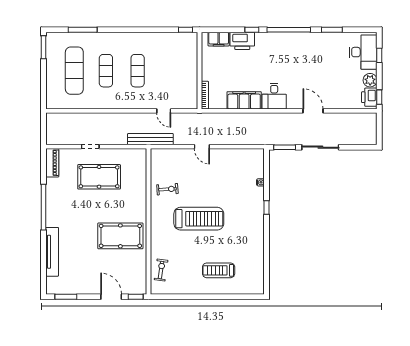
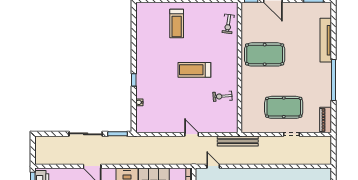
door: (164, 111) -> (213, 166), moved
treadmill: (199, 219) -> (194, 70), width x0.73, depth x0.73
treadmill: (219, 270) -> (177, 24), turned 90

